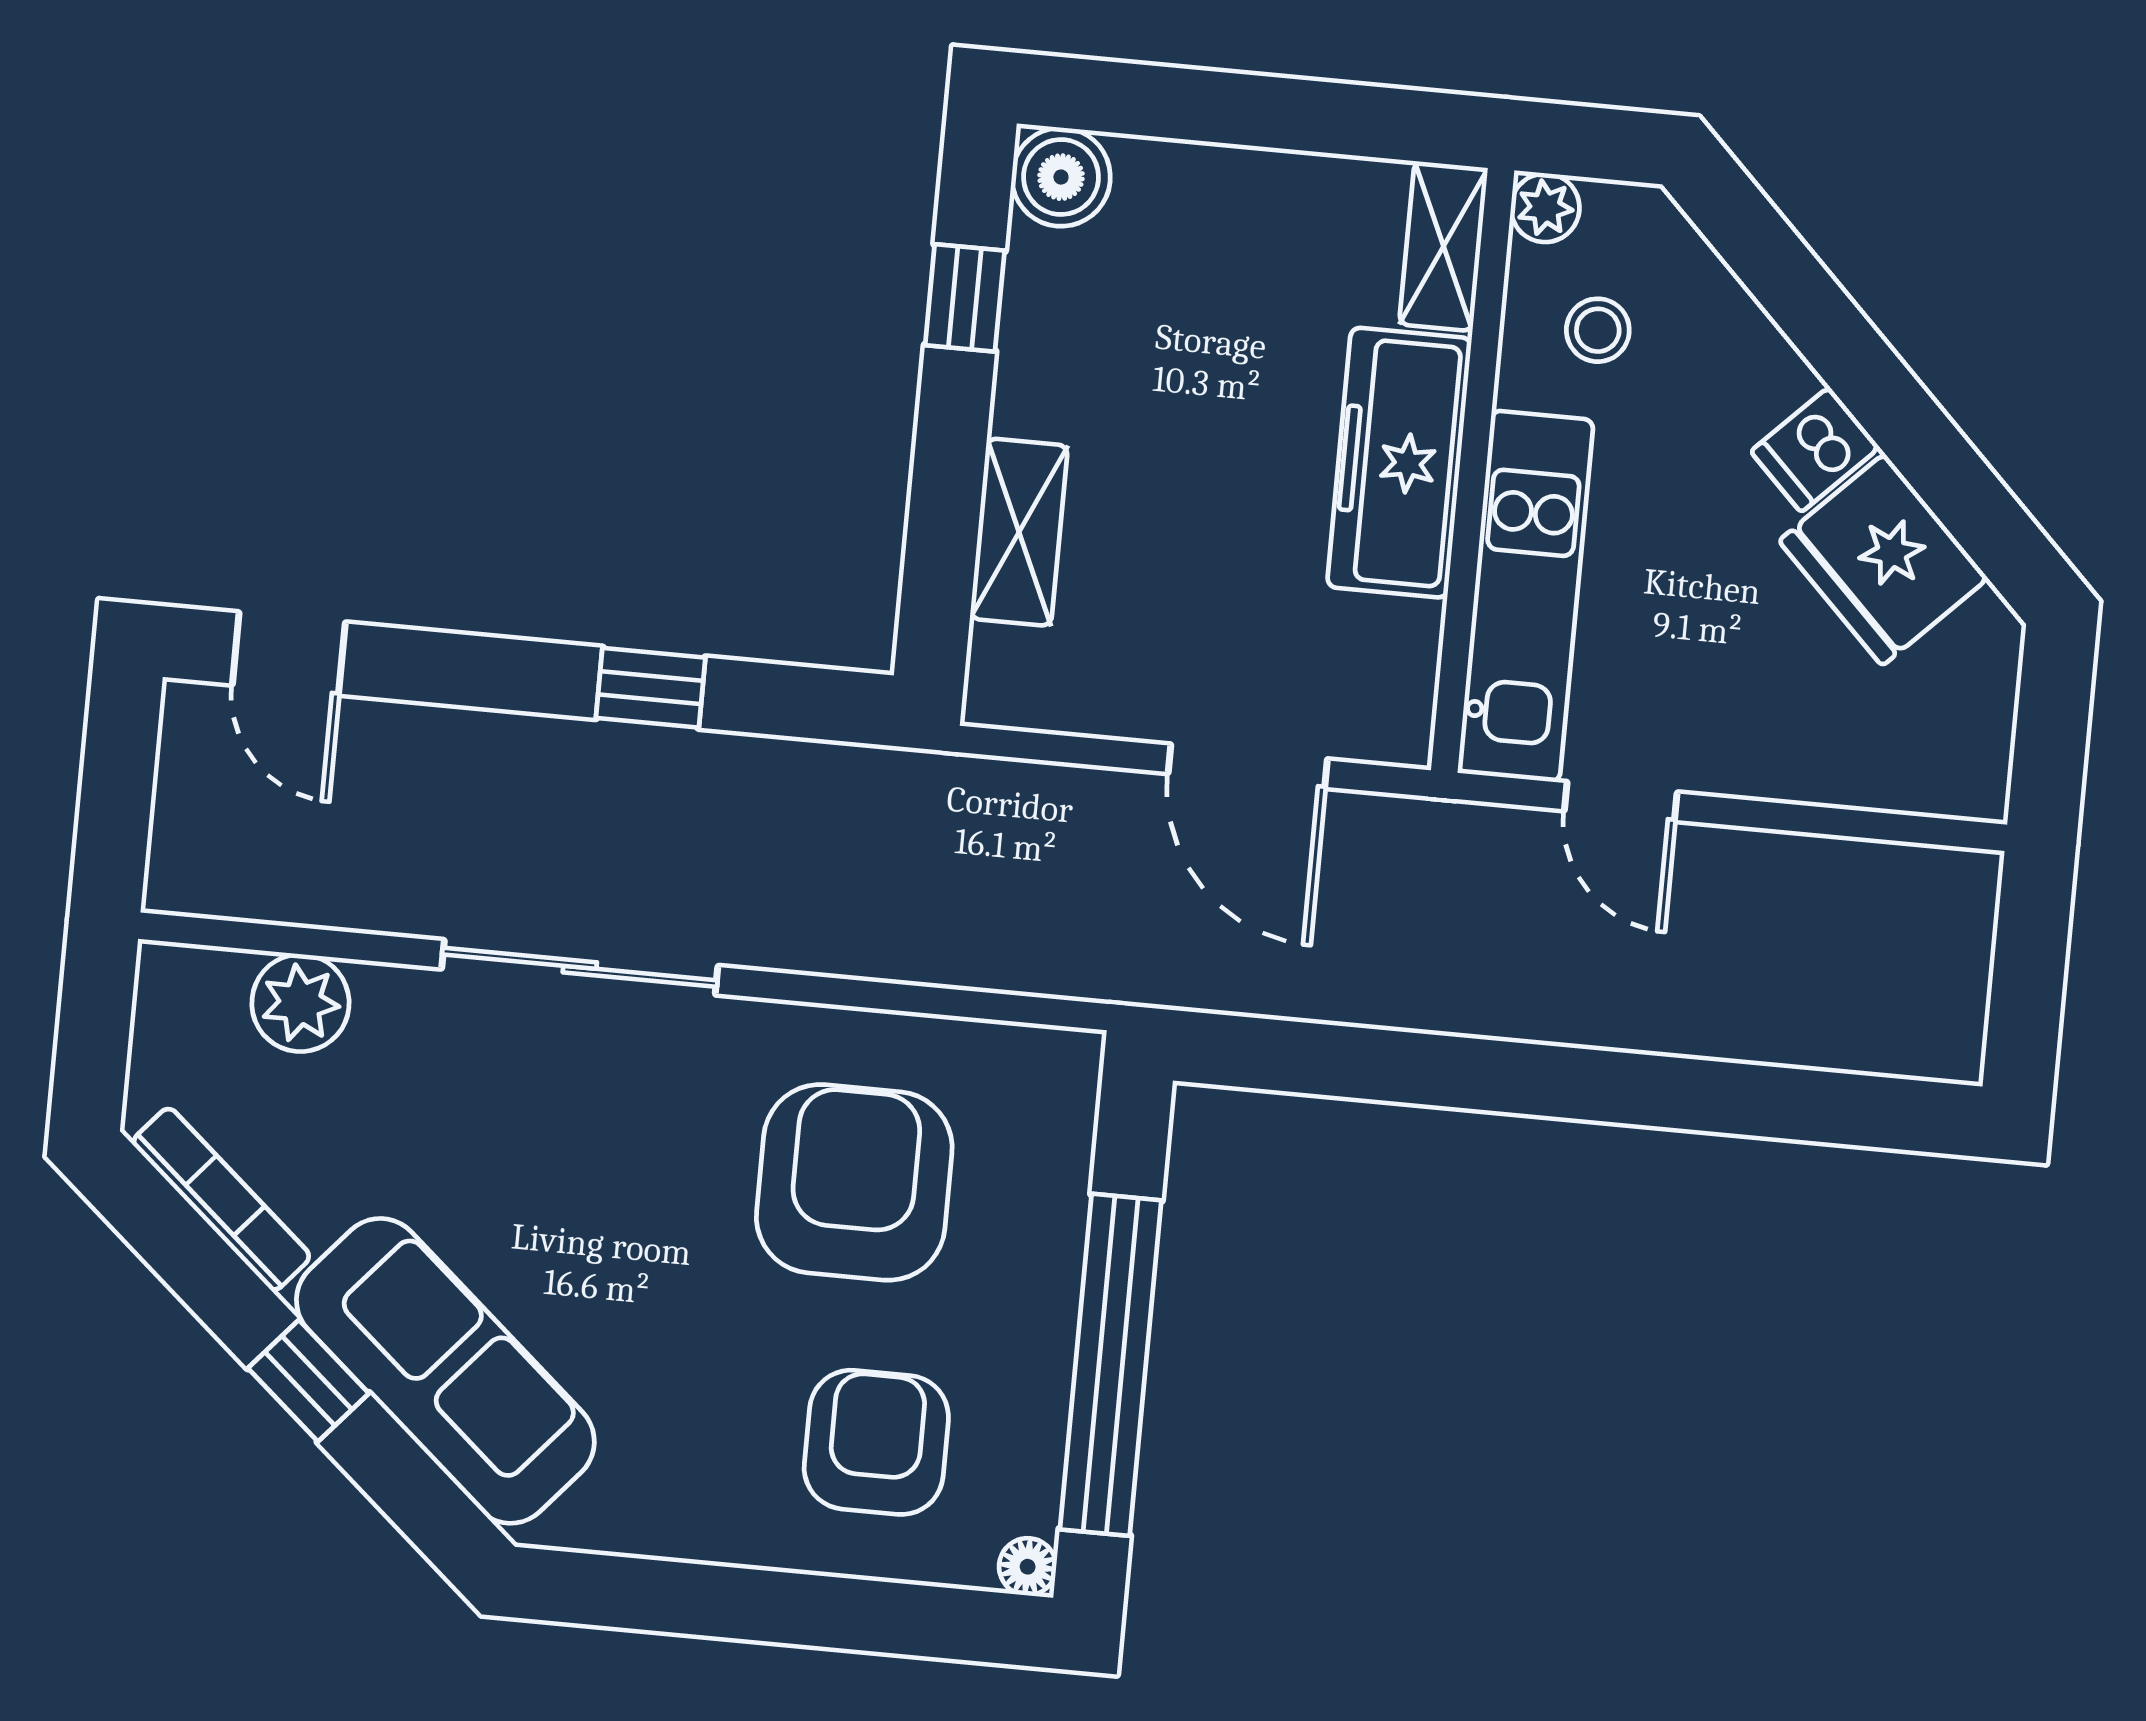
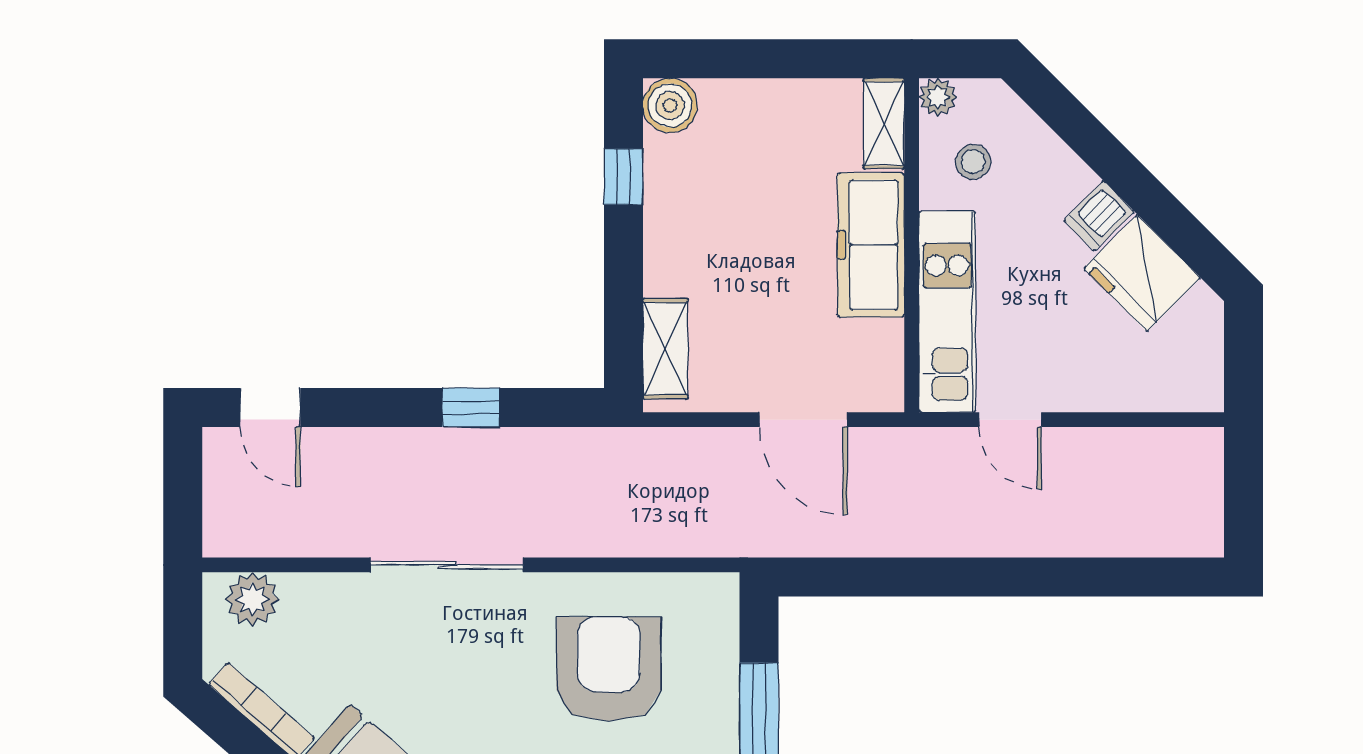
shelving: (1019, 532) -> (665, 349), moved
plant: (300, 1003) -> (252, 599), moved

